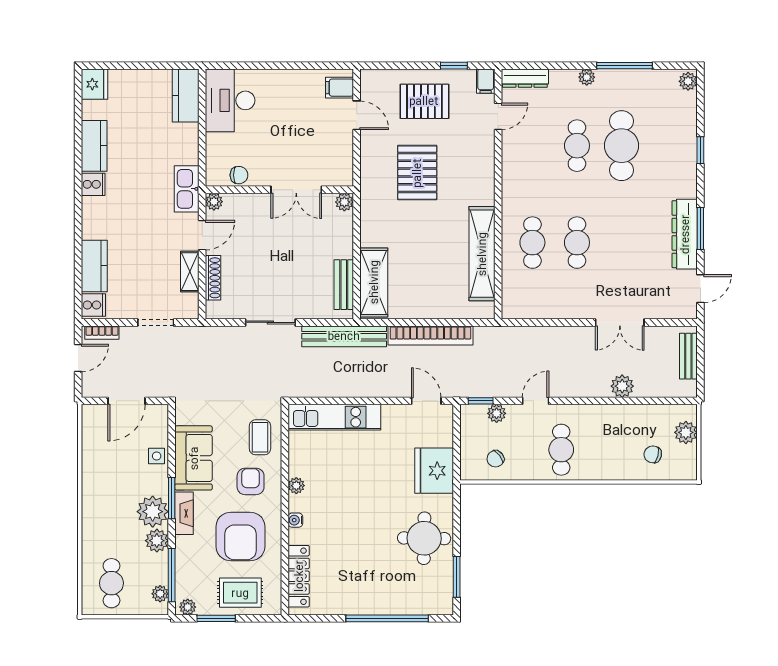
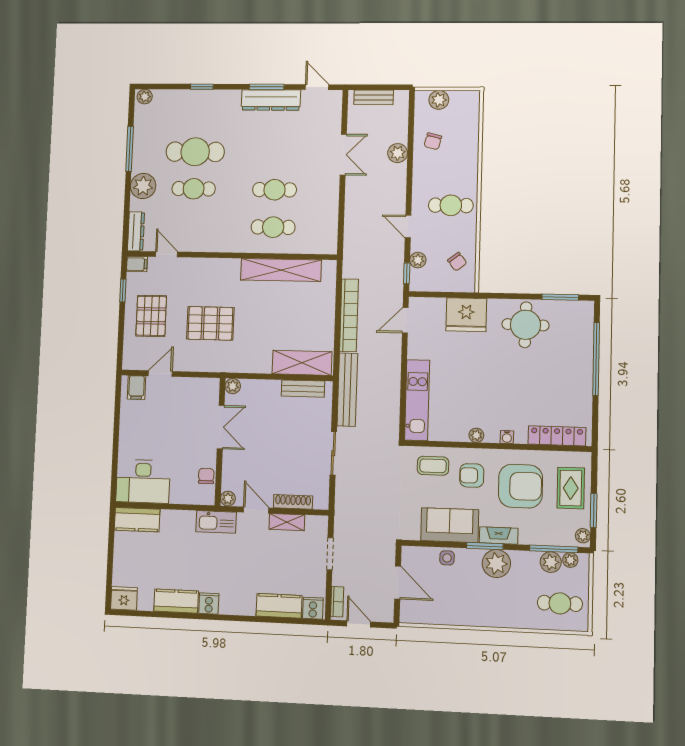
plant: (587, 77) -> (143, 186), width x1.88, depth x1.88
chair: (653, 454) -> (433, 141), moved
plant: (157, 541) -> (551, 562), moved

